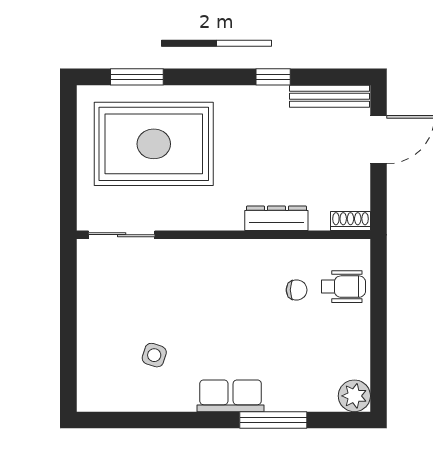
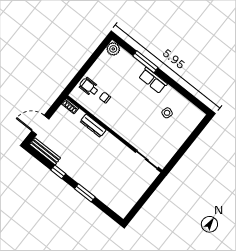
window: (137, 77) -> (85, 193), moved
rug: (154, 144) -> (114, 181), removed

